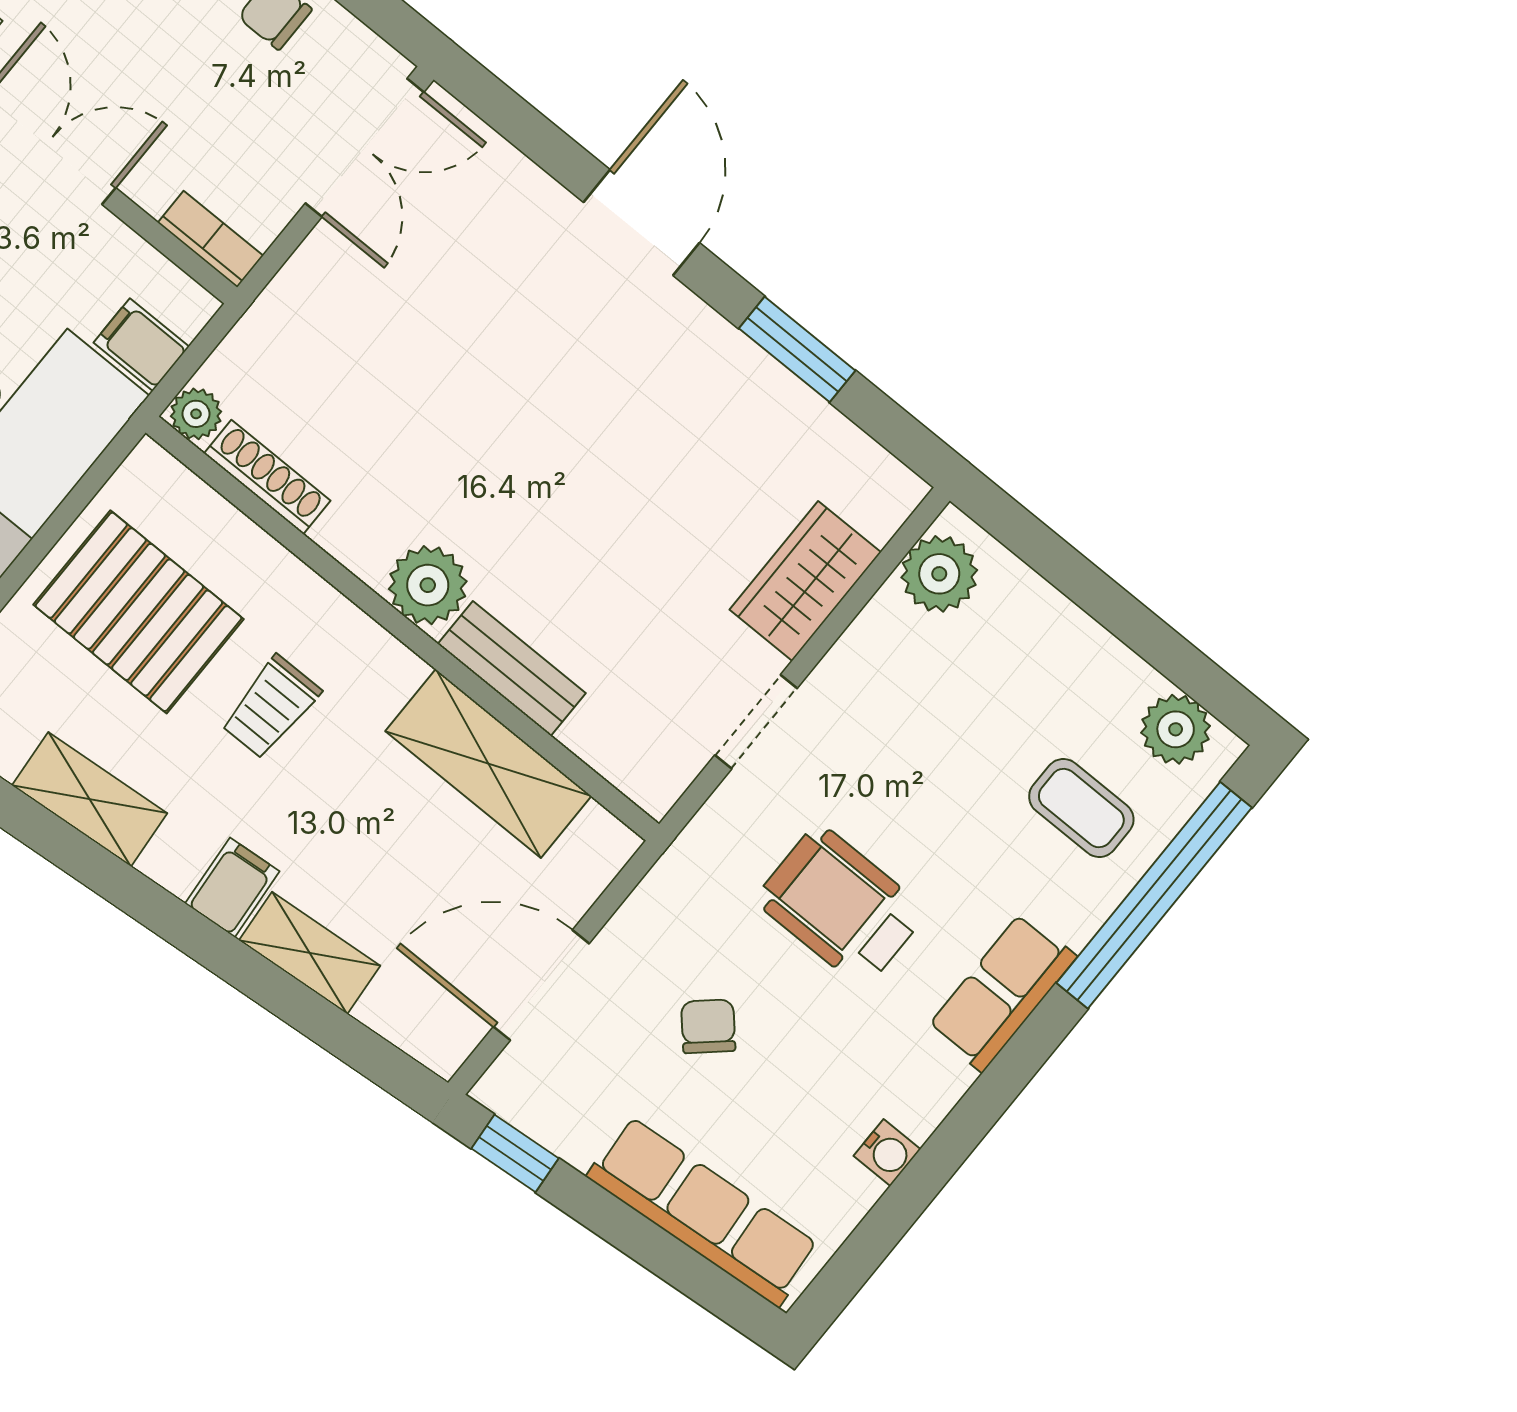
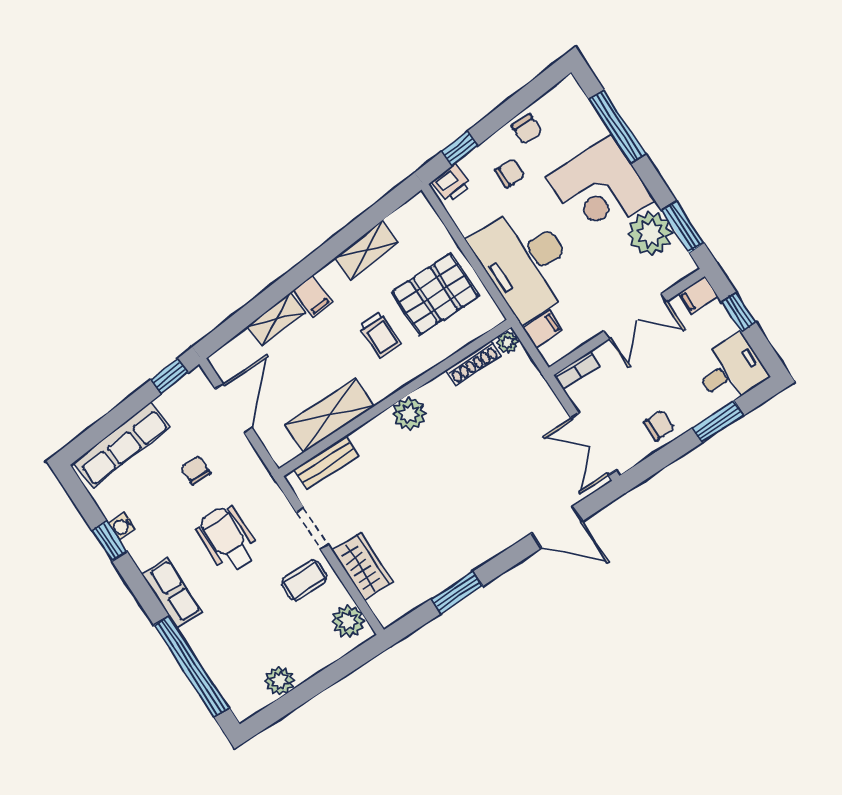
door: (641, 223) -> (557, 527), moved
bench: (512, 668) -> (326, 463), moved
trolley: (271, 707) -> (380, 335), turned 180
plant: (1176, 729) -> (280, 681), moved
coffee table: (1081, 808) -> (304, 580), moved
wheelchair: (841, 906) -> (227, 539), turned -90
chair: (708, 1026) -> (196, 470), turned -138
window: (930, 1170) -> (109, 541), added

